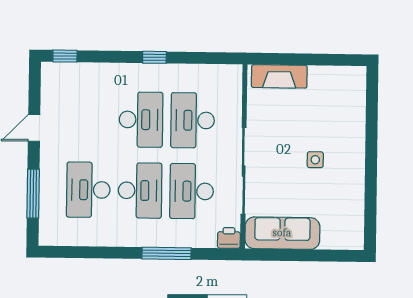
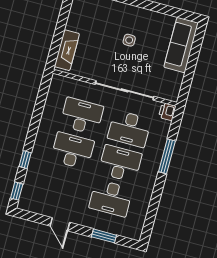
window: (154, 57) -> (25, 160), moved
desk: (193, 120) -> (82, 116), turned 180
window: (33, 194) -> (104, 236), width x0.69
sofa: (282, 233) -> (181, 45), moved

